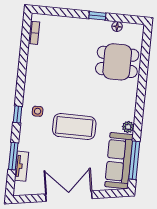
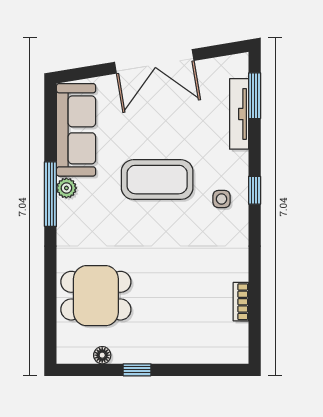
bookcase: (34, 33) -> (241, 302), moved
window: (13, 156) -> (255, 96), moved
window: (134, 160) -> (50, 194), moved
tv unit: (22, 166) -> (239, 114), width x1.41

